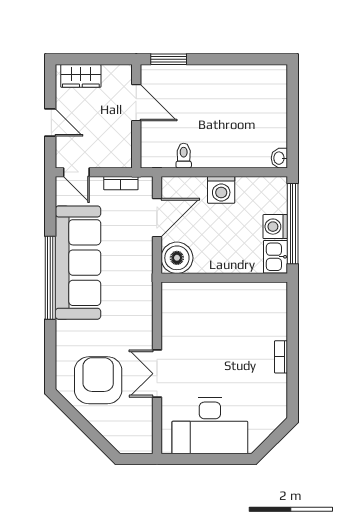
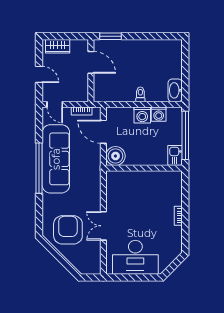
toilet: (184, 156) -> (140, 94), moved
washbasin: (279, 158) -> (175, 90), width x1.91, depth x1.45
door: (157, 218) -> (103, 132), swing flipped
washing machine: (275, 227) -> (159, 114), moved, turned -90

